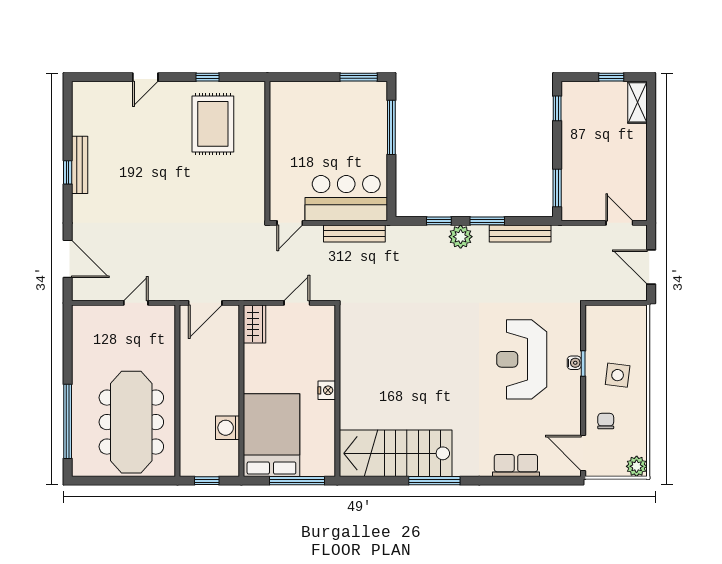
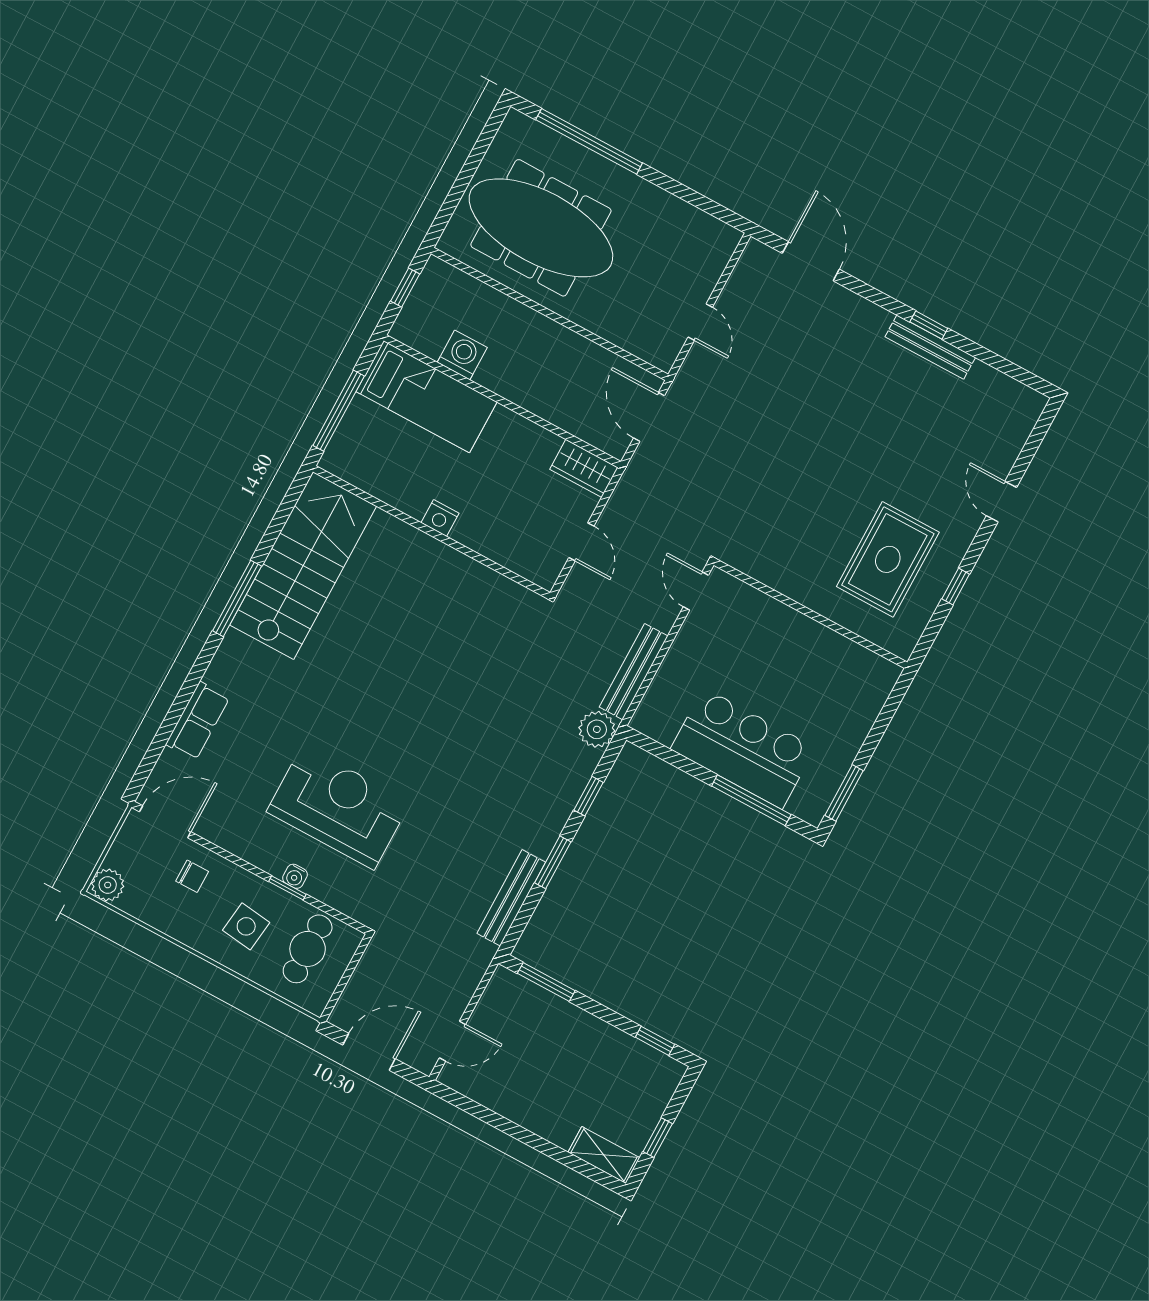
rug: (213, 124) -> (888, 559), turned 90
bar counter: (346, 198) -> (743, 748), moved, turned -90
plant: (461, 237) -> (597, 729), moved
door: (68, 259) -> (811, 261), swing flipped
cafe table: (611, 333) -> (308, 949), added
bed: (271, 435) -> (426, 397), width x0.67

